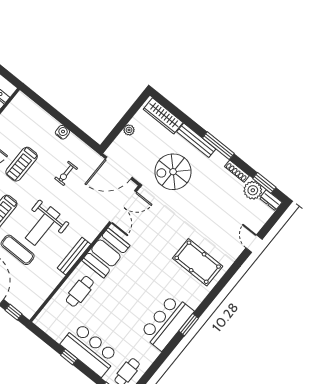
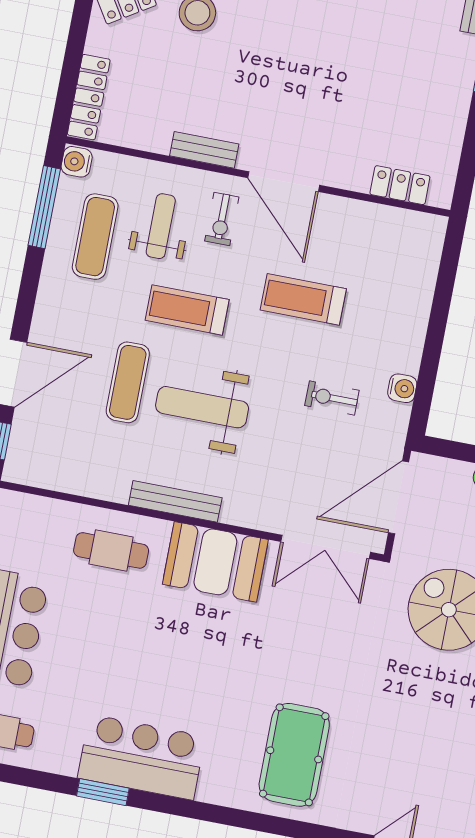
water cooler: (62, 132) -> (402, 388), moved
door: (119, 168) -> (399, 497), hinge flipped
window: (189, 325) -> (103, 792), moved

